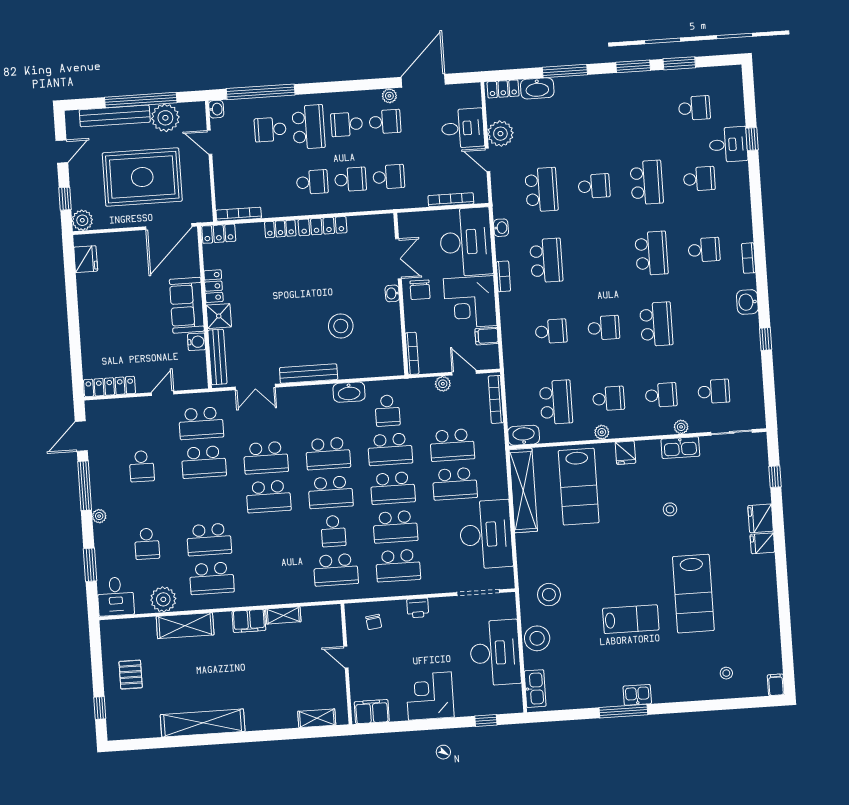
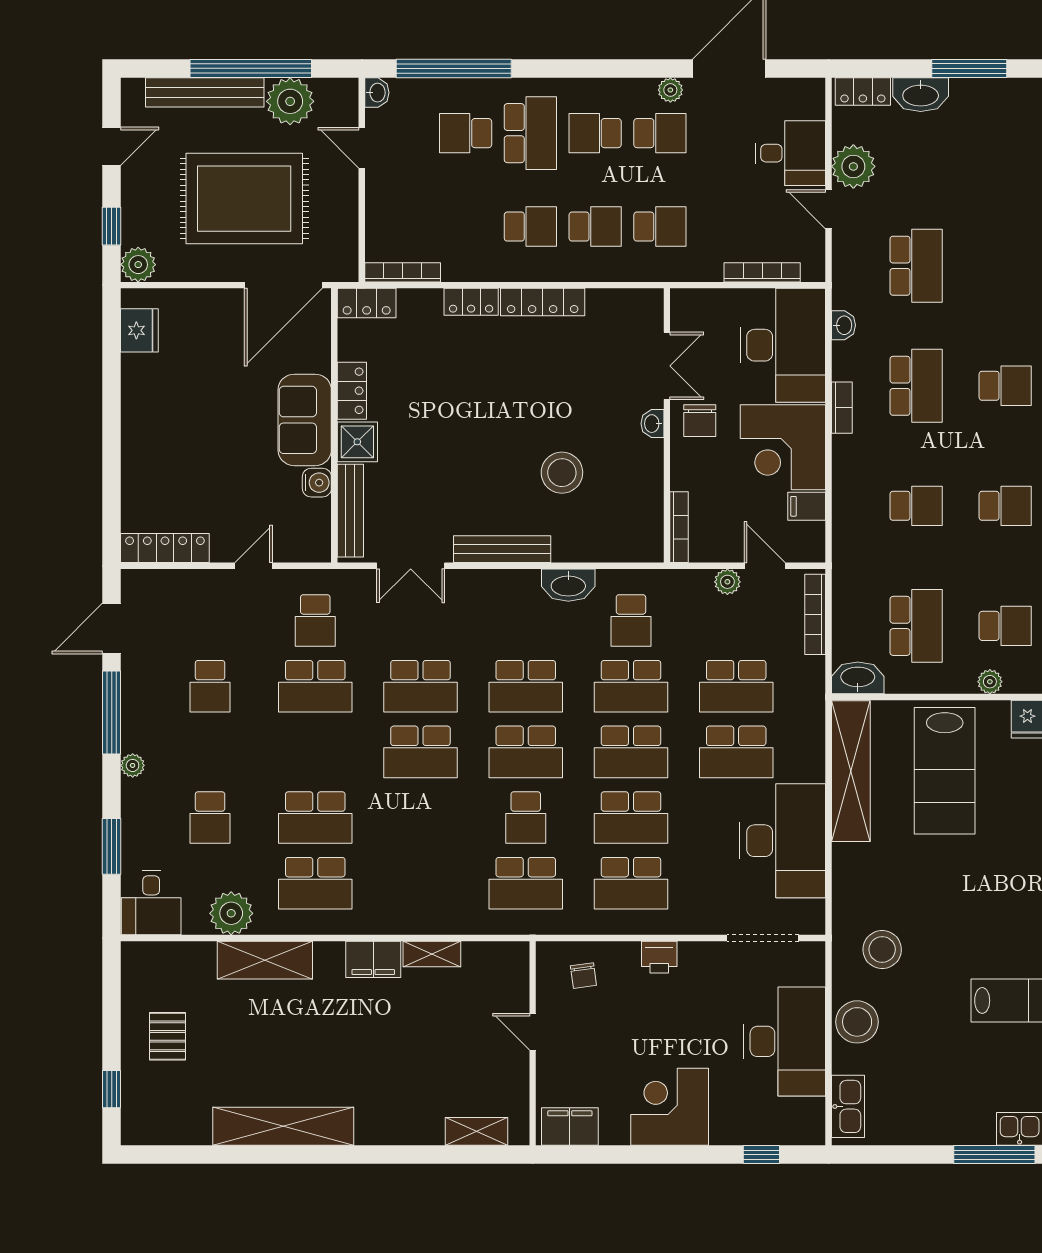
school desk: (594, 186) -> (1005, 386), moved
school desk: (201, 423) -> (315, 621), width x0.54

